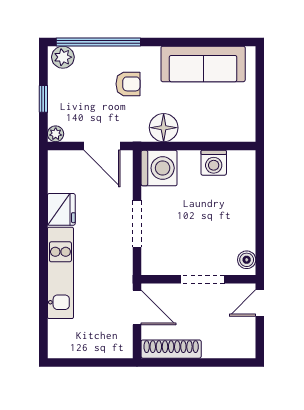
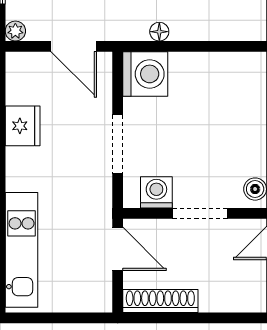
floor lamp: (164, 128) -> (159, 32), width x0.53, depth x0.53
washing machine: (214, 163) -> (156, 192), moved, turned 180
kitchen unit: (60, 273) -> (22, 250), moved

